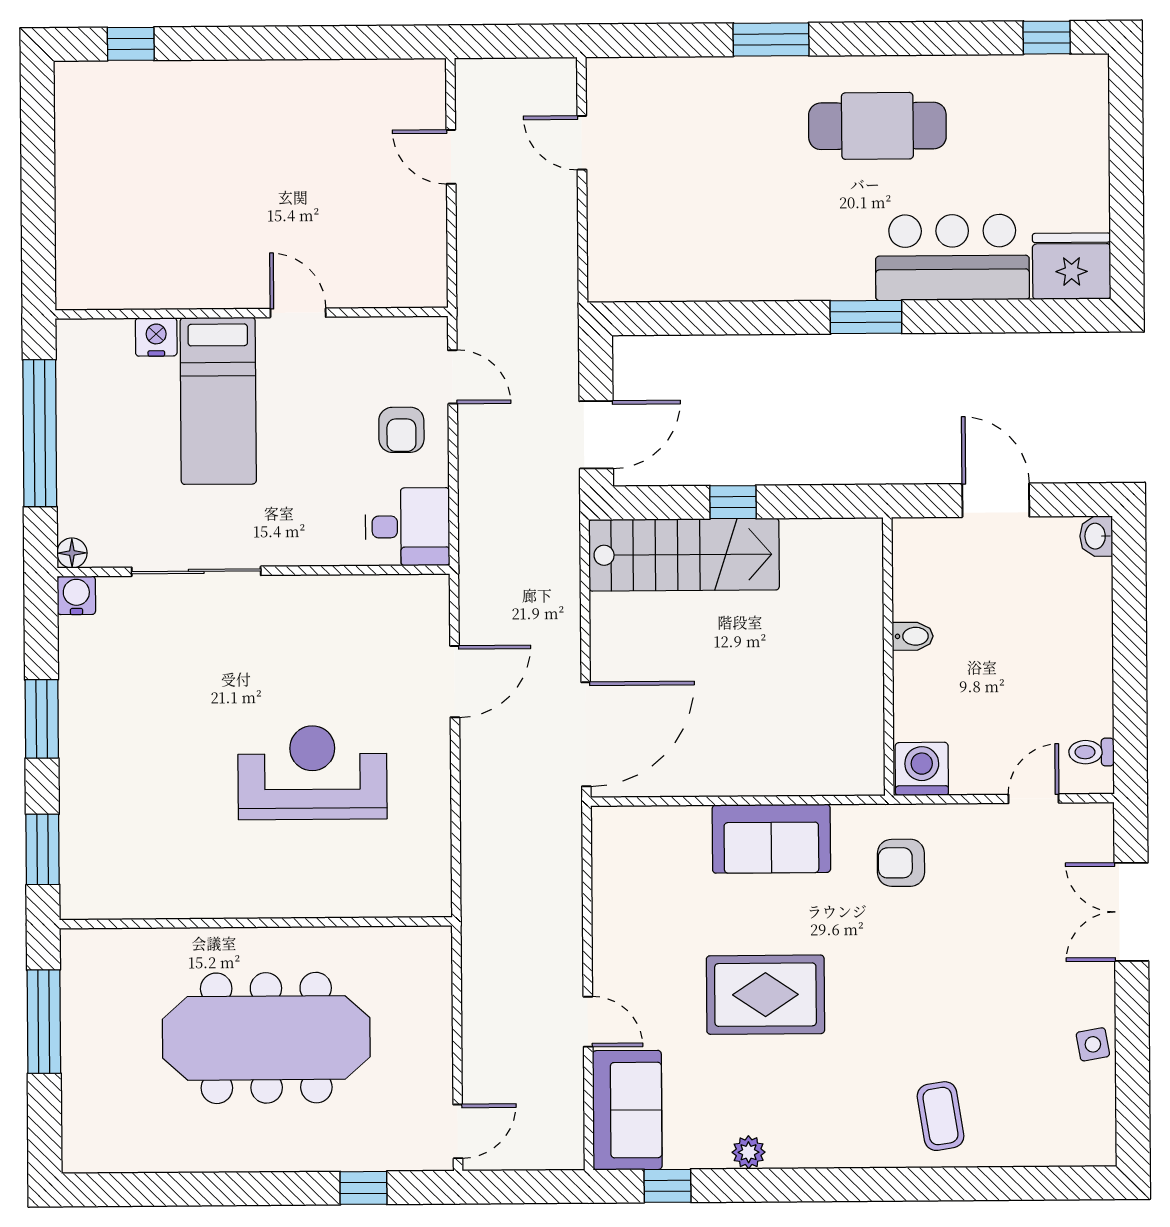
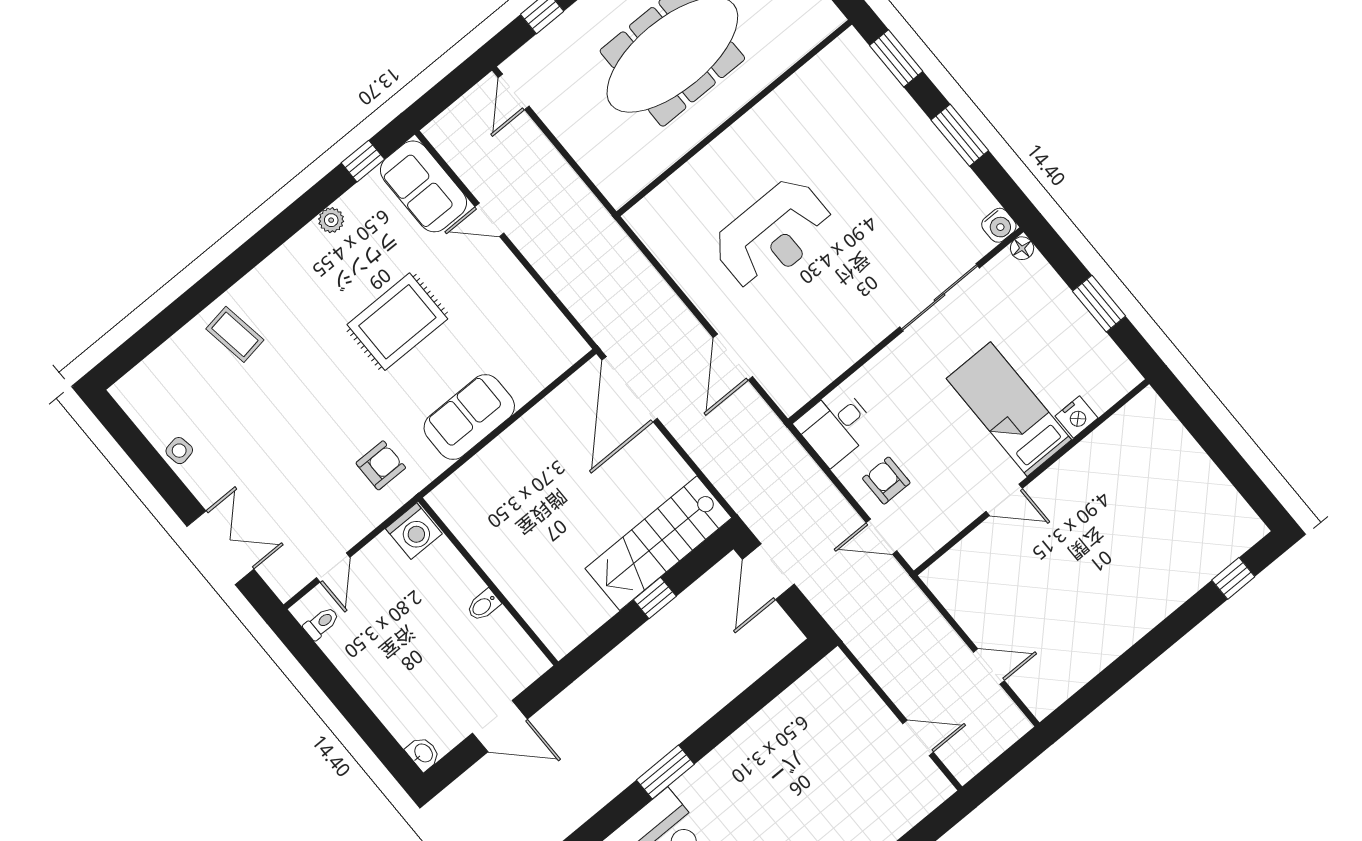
window: (40, 433) -> (1099, 304), width x0.47

